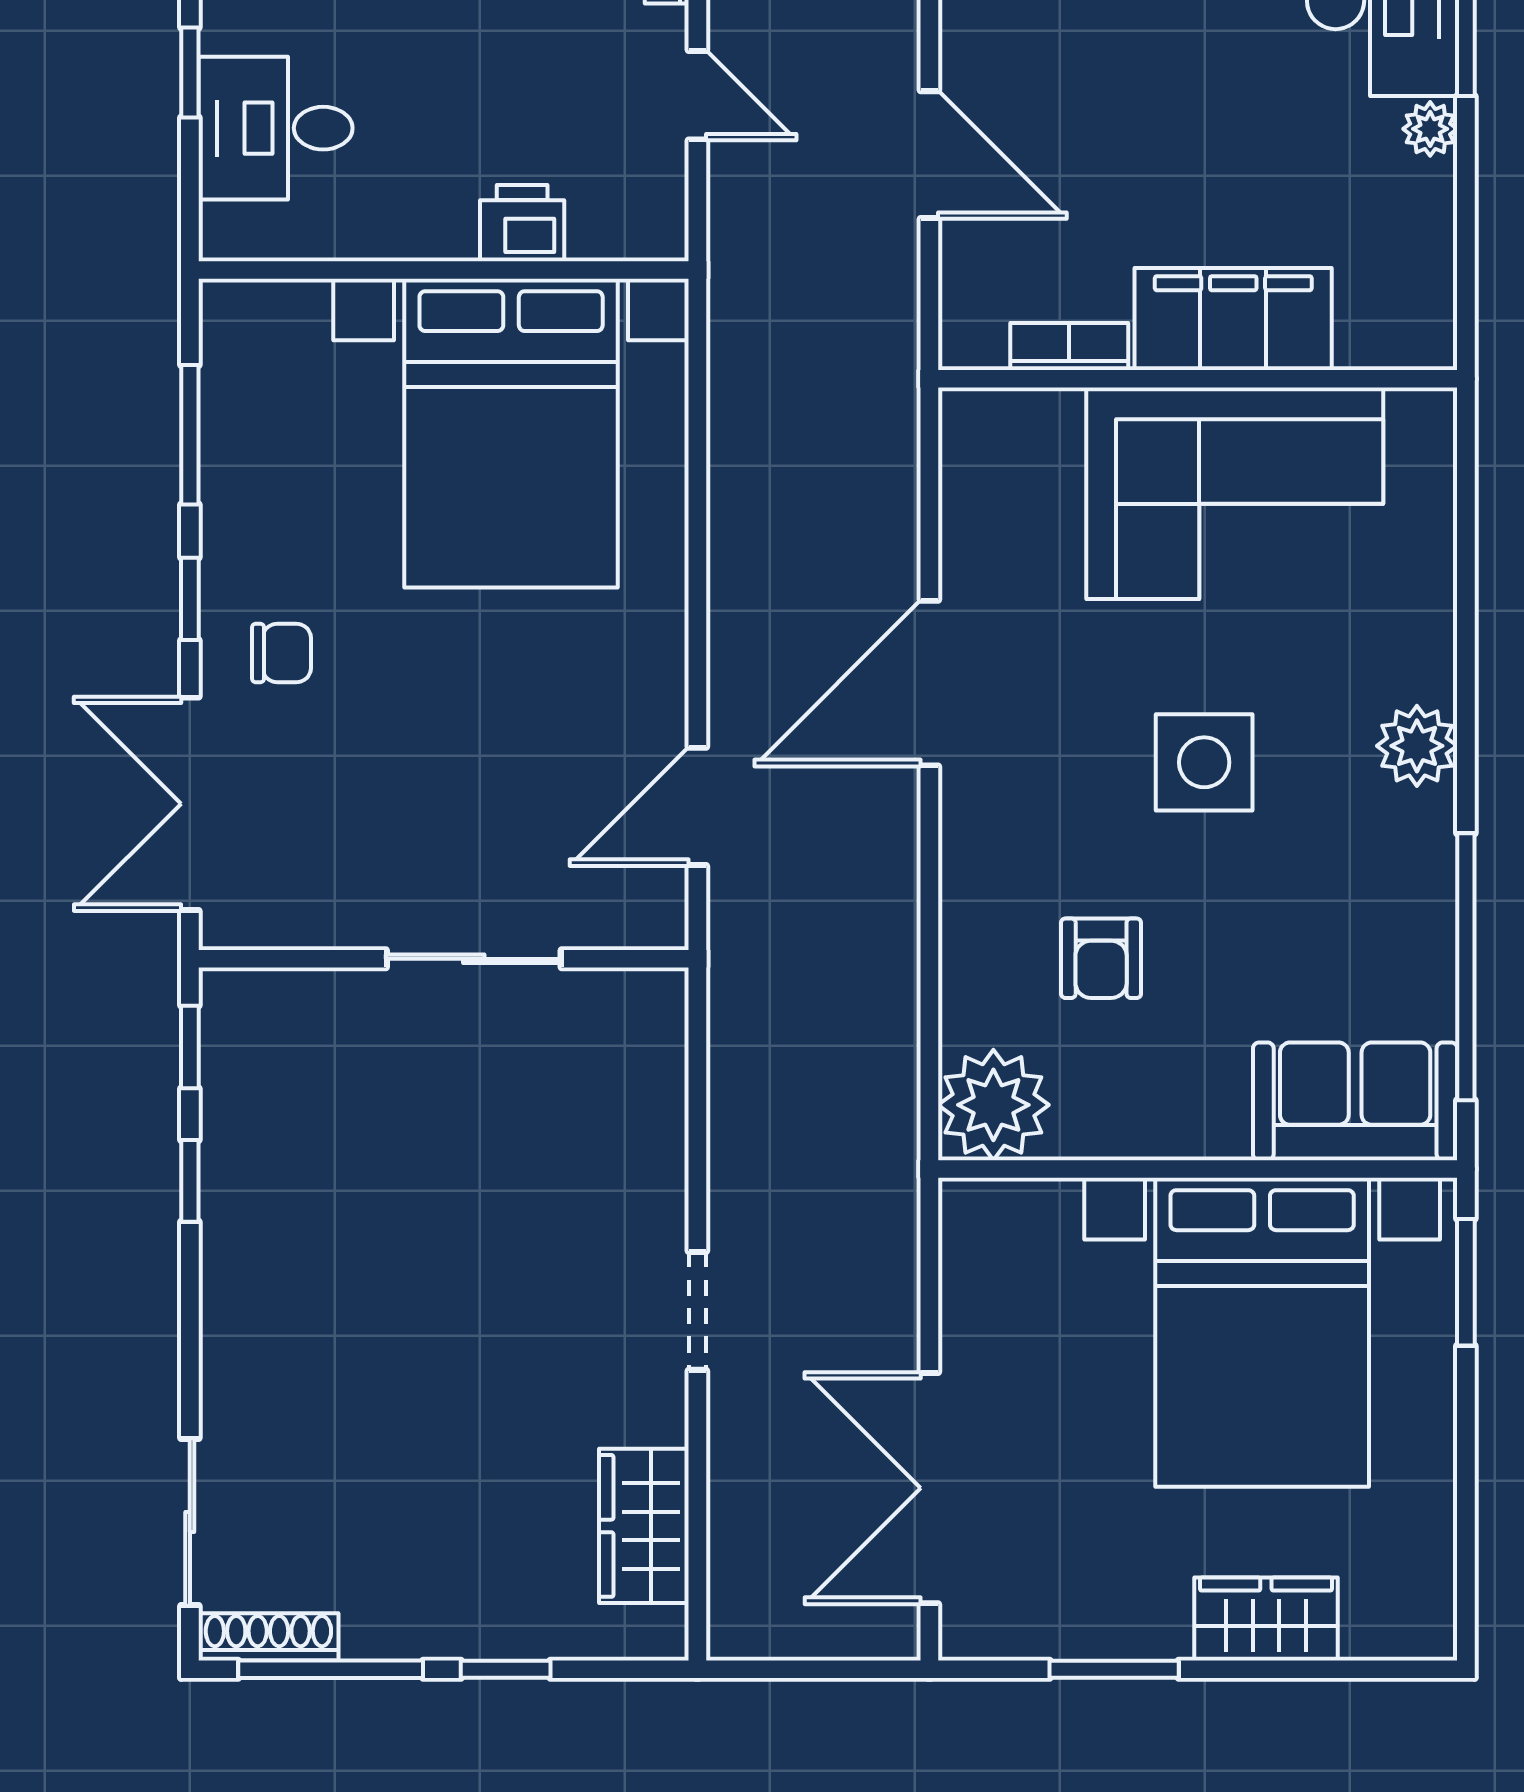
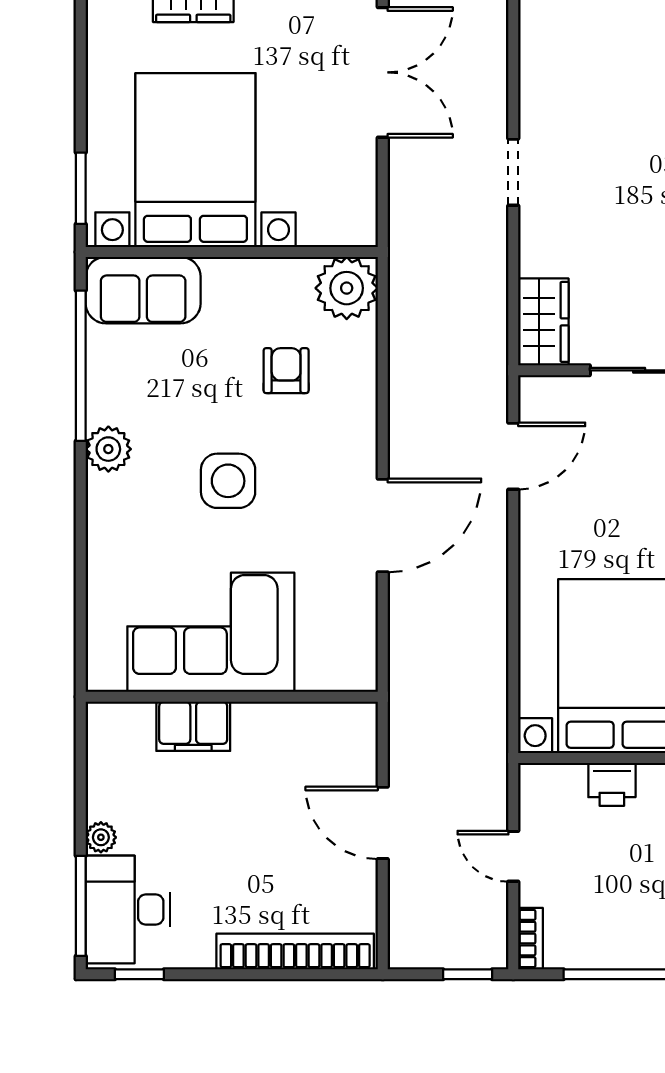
filing cabinet: (1233, 319) -> (193, 726), width x0.67, depth x0.86
bookcase: (1069, 346) -> (304, 715), removed
plant: (1417, 746) -> (108, 449), moved
wardrobe: (644, 1526) -> (543, 322), moved

